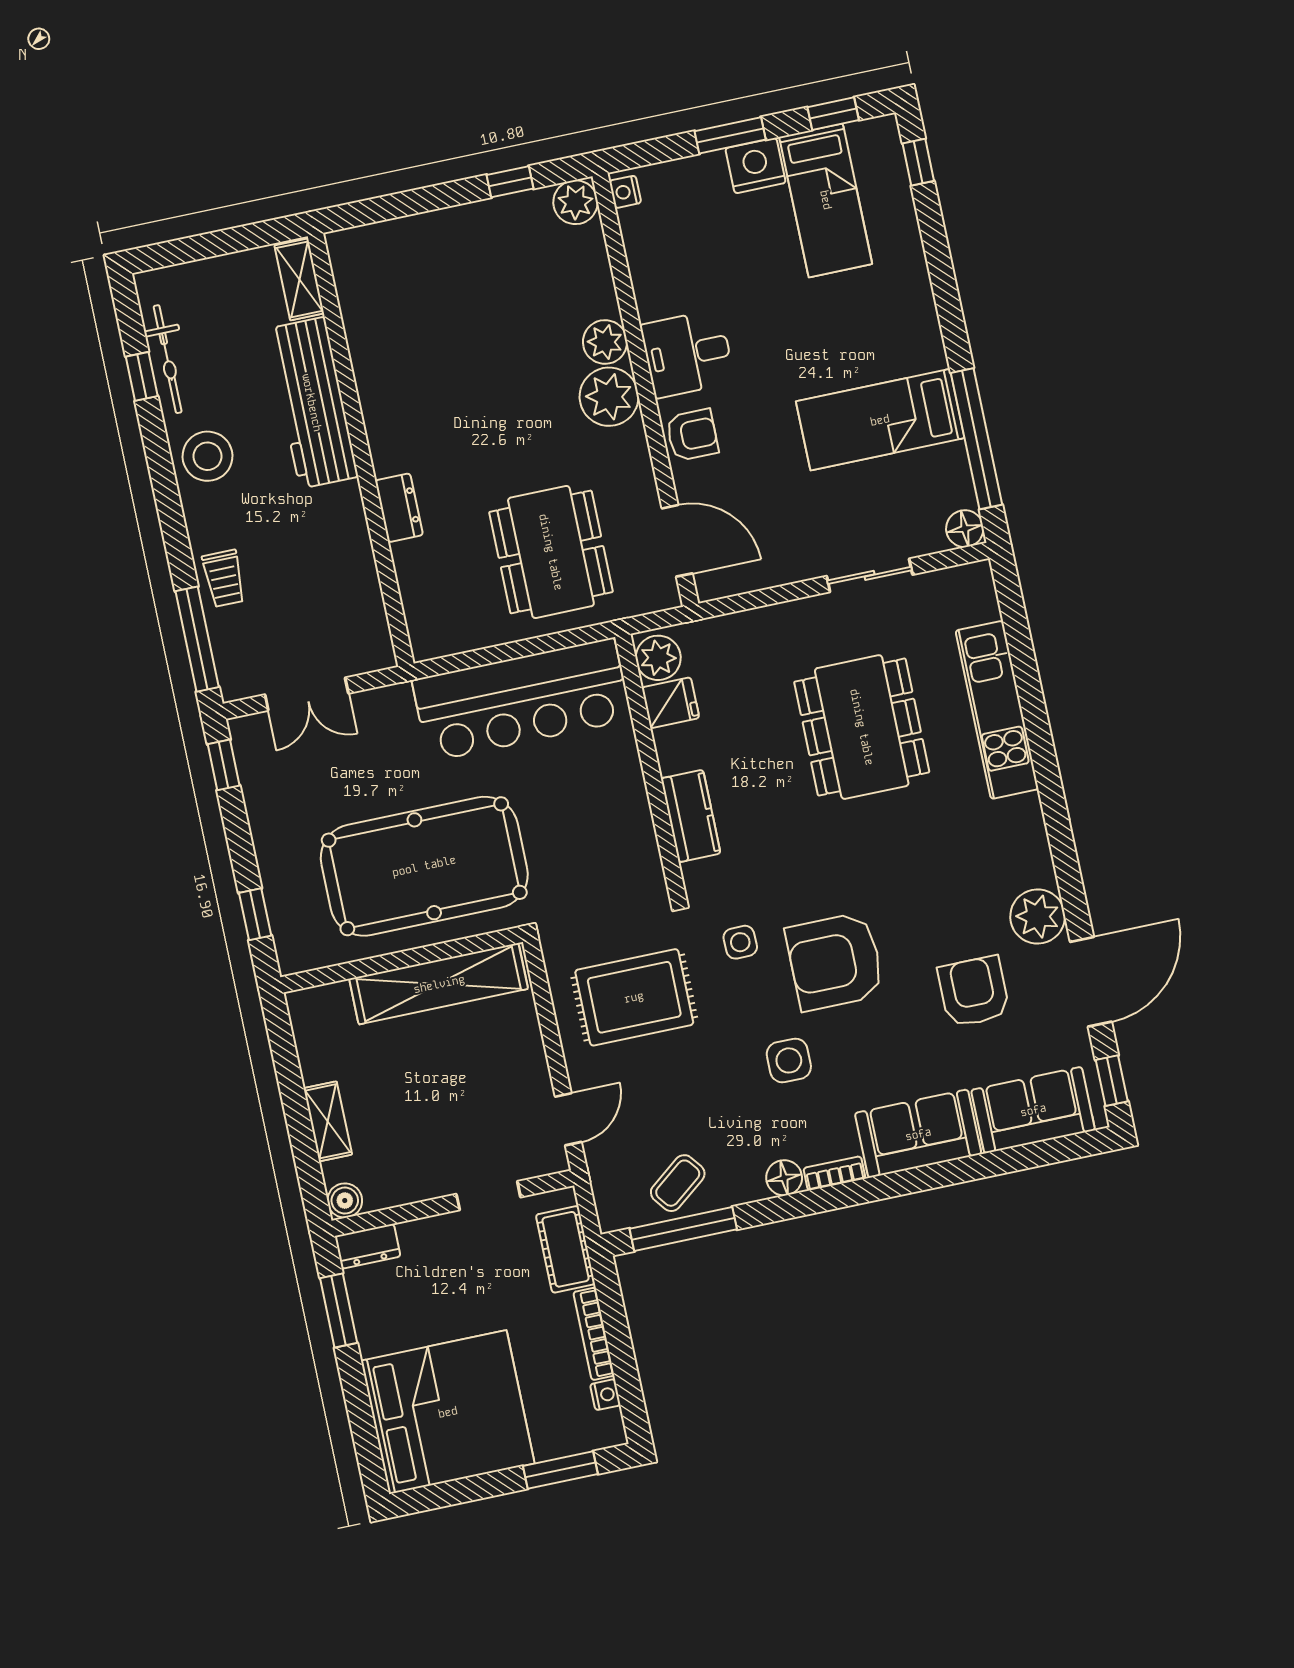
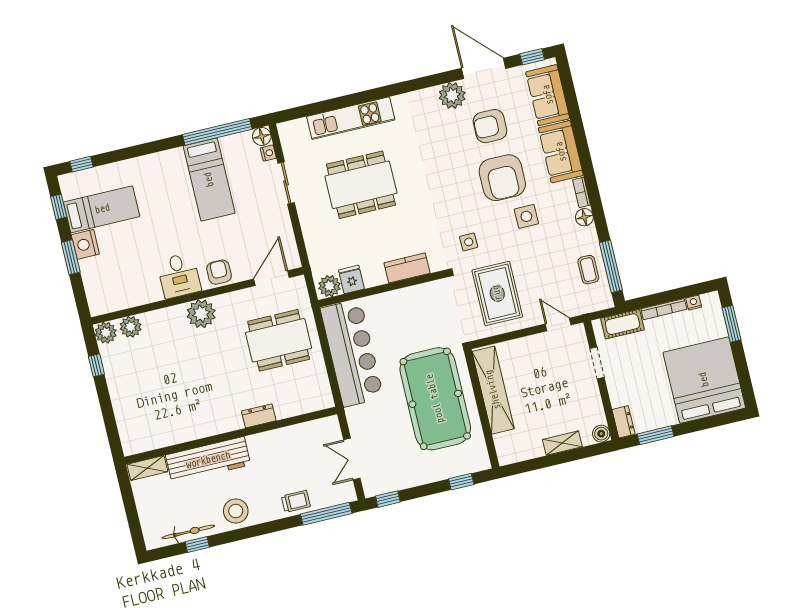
nightstand: (625, 192) -> (268, 153), moved, turned -90
plant: (605, 342) -> (131, 327), moved
double door: (307, 694) -> (352, 459), swing flipped
armchair: (835, 961) -> (502, 178), moved
coffee table: (678, 1183) -> (588, 270), turned 38

